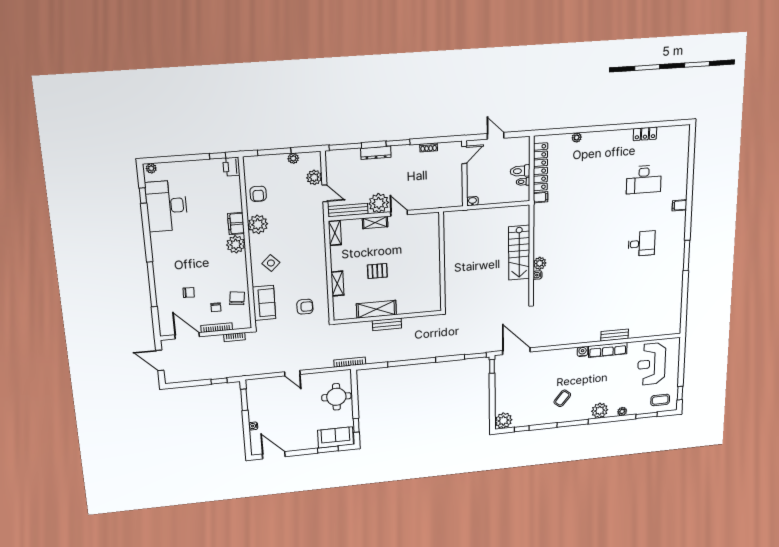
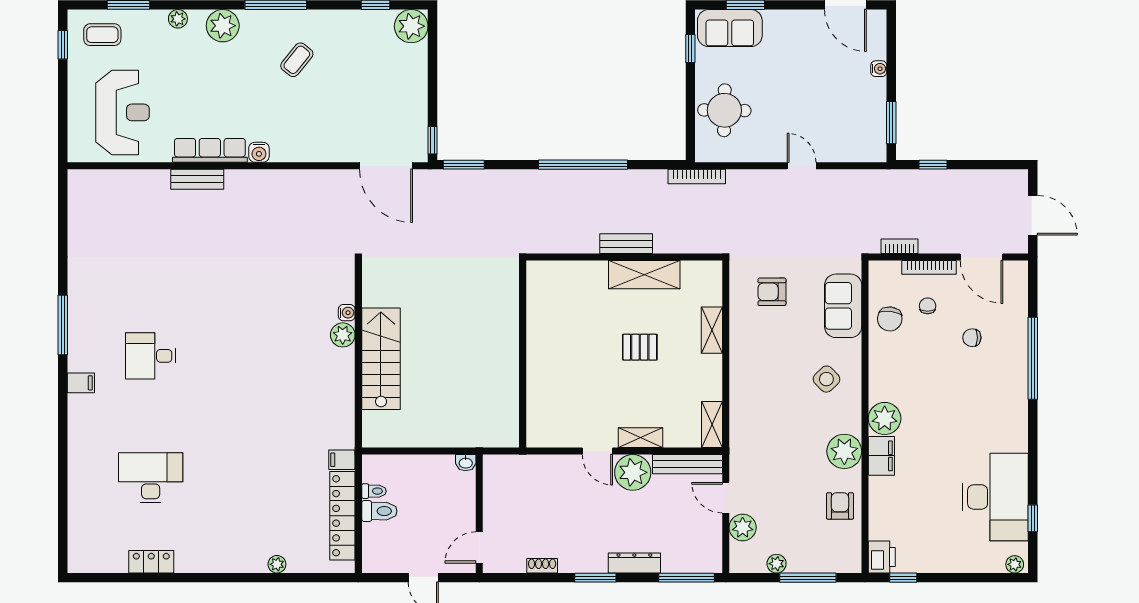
filing cabinet: (679, 205) -> (81, 383), moved

